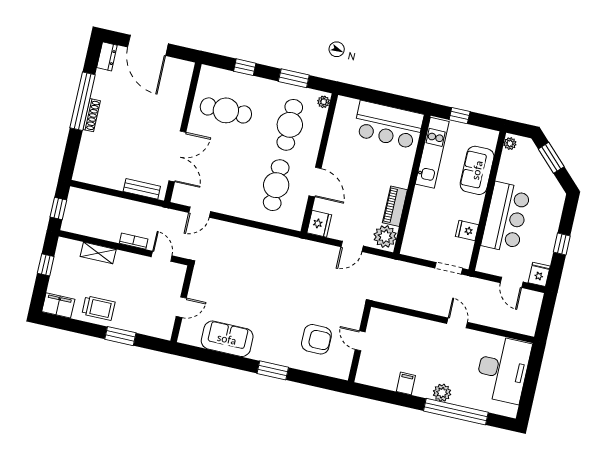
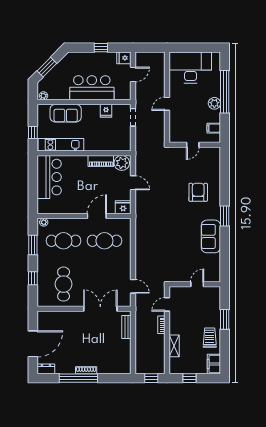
door: (181, 307) -> (197, 284), hinge flipped
sofa: (227, 339) -> (211, 236), moved
door: (360, 341) -> (193, 145), moved
wall: (359, 344) -> (195, 145), moved

